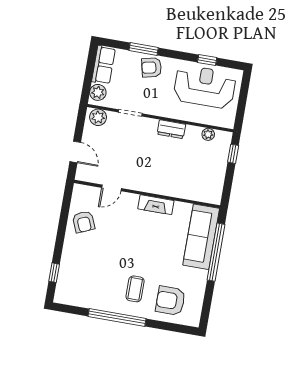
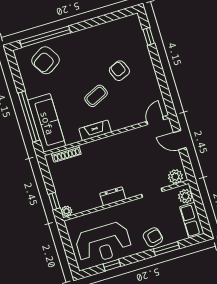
plant: (208, 134) -> (67, 211), moved
door: (112, 188) -> (155, 121), moved
shoe rack: (197, 196) -> (66, 154), added
armchair: (84, 222) -> (119, 71), moved
coffee table: (135, 289) -> (96, 96), moved, turned 65
armchair: (170, 301) -> (46, 60), turned 148
window: (117, 317) -> (45, 37), moved

